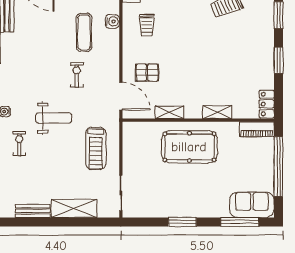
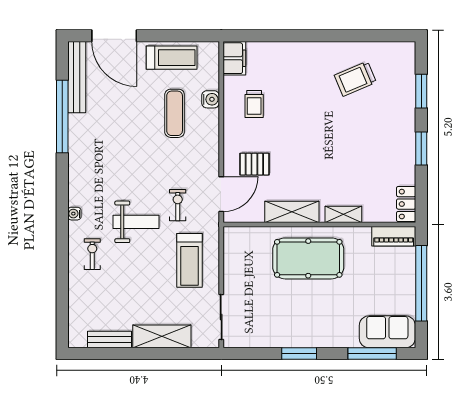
exercise bike: (77, 75) -> (178, 205), moved
door: (121, 96) -> (221, 194), hinge flipped
shelving: (169, 112) -> (292, 212), width x1.50, depth x1.33

